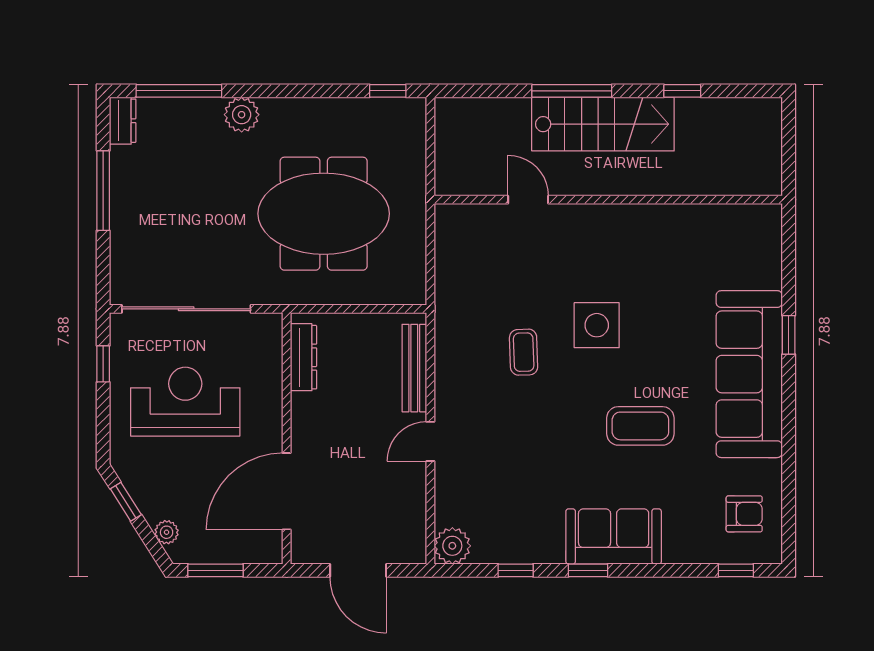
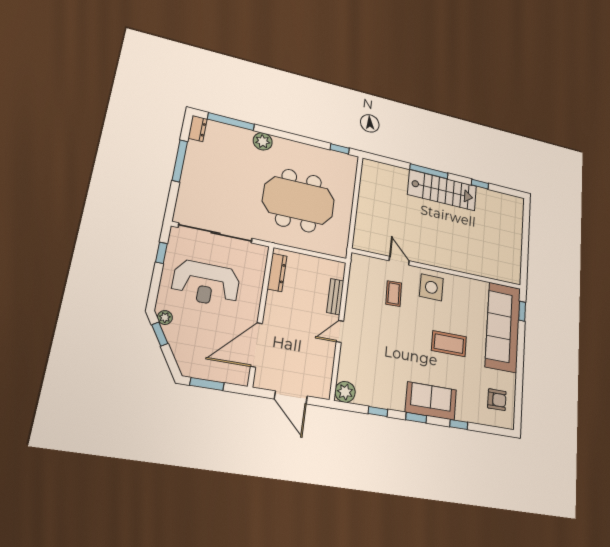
door: (528, 200) -> (399, 261), moved
wall: (608, 200) -> (438, 269), moved
bench: (414, 368) -> (335, 297), width x0.73
reception desk: (185, 402) -> (206, 283), turned 180
plant: (167, 532) -> (165, 318), moved
window: (736, 570) -> (459, 425), moved

